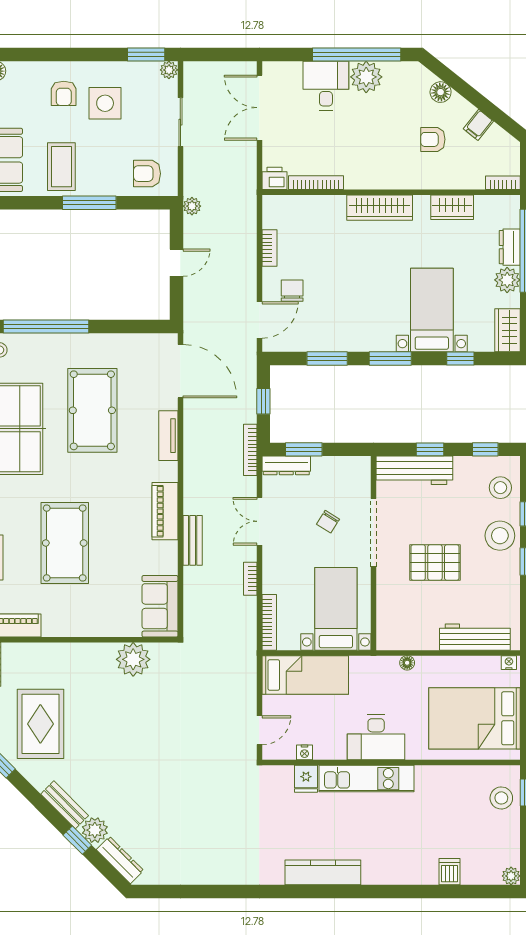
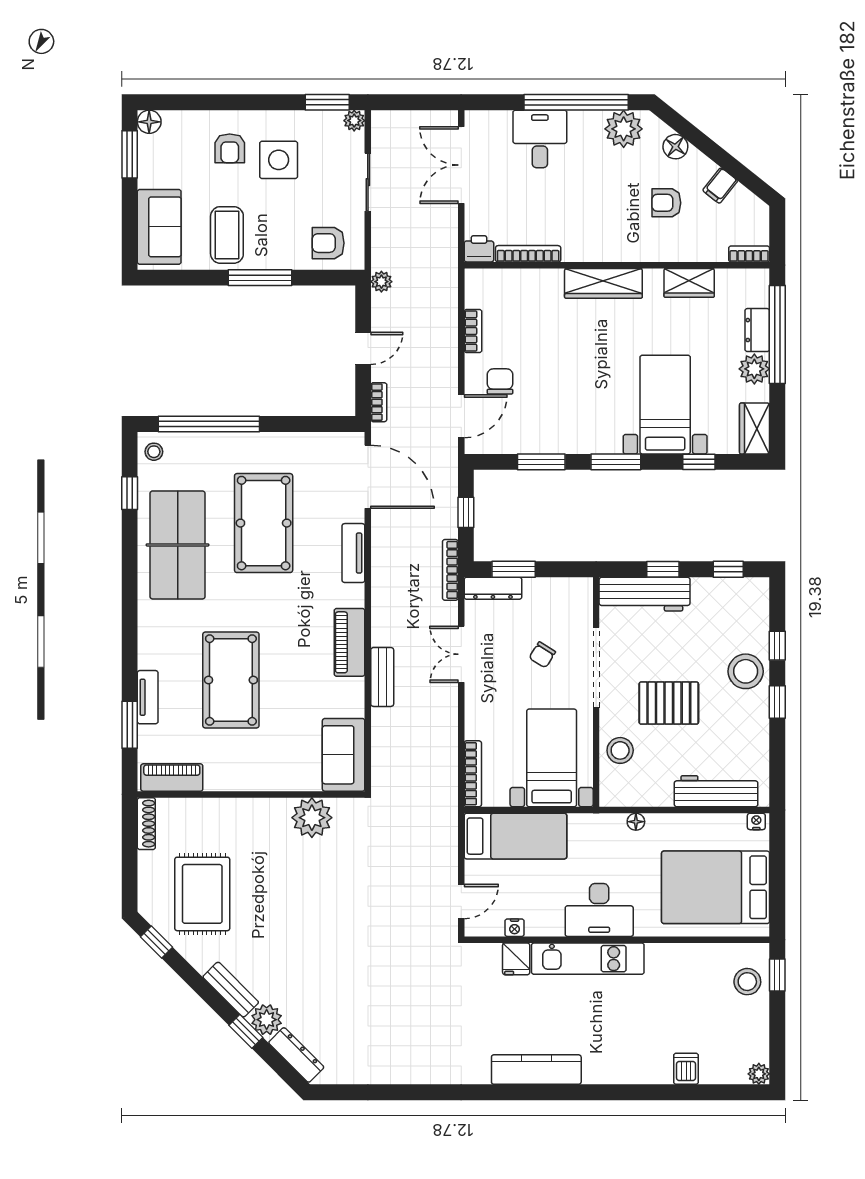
plant: (366, 77) -> (624, 129), moved
stool: (500, 488) -> (620, 750), moved
bookcase: (250, 579) -> (379, 402), moved, turned 180

